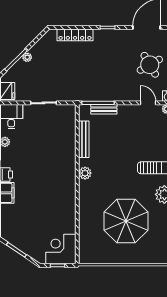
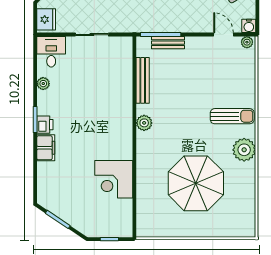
corner desk: (61, 249) -> (114, 179), moved, turned -90

